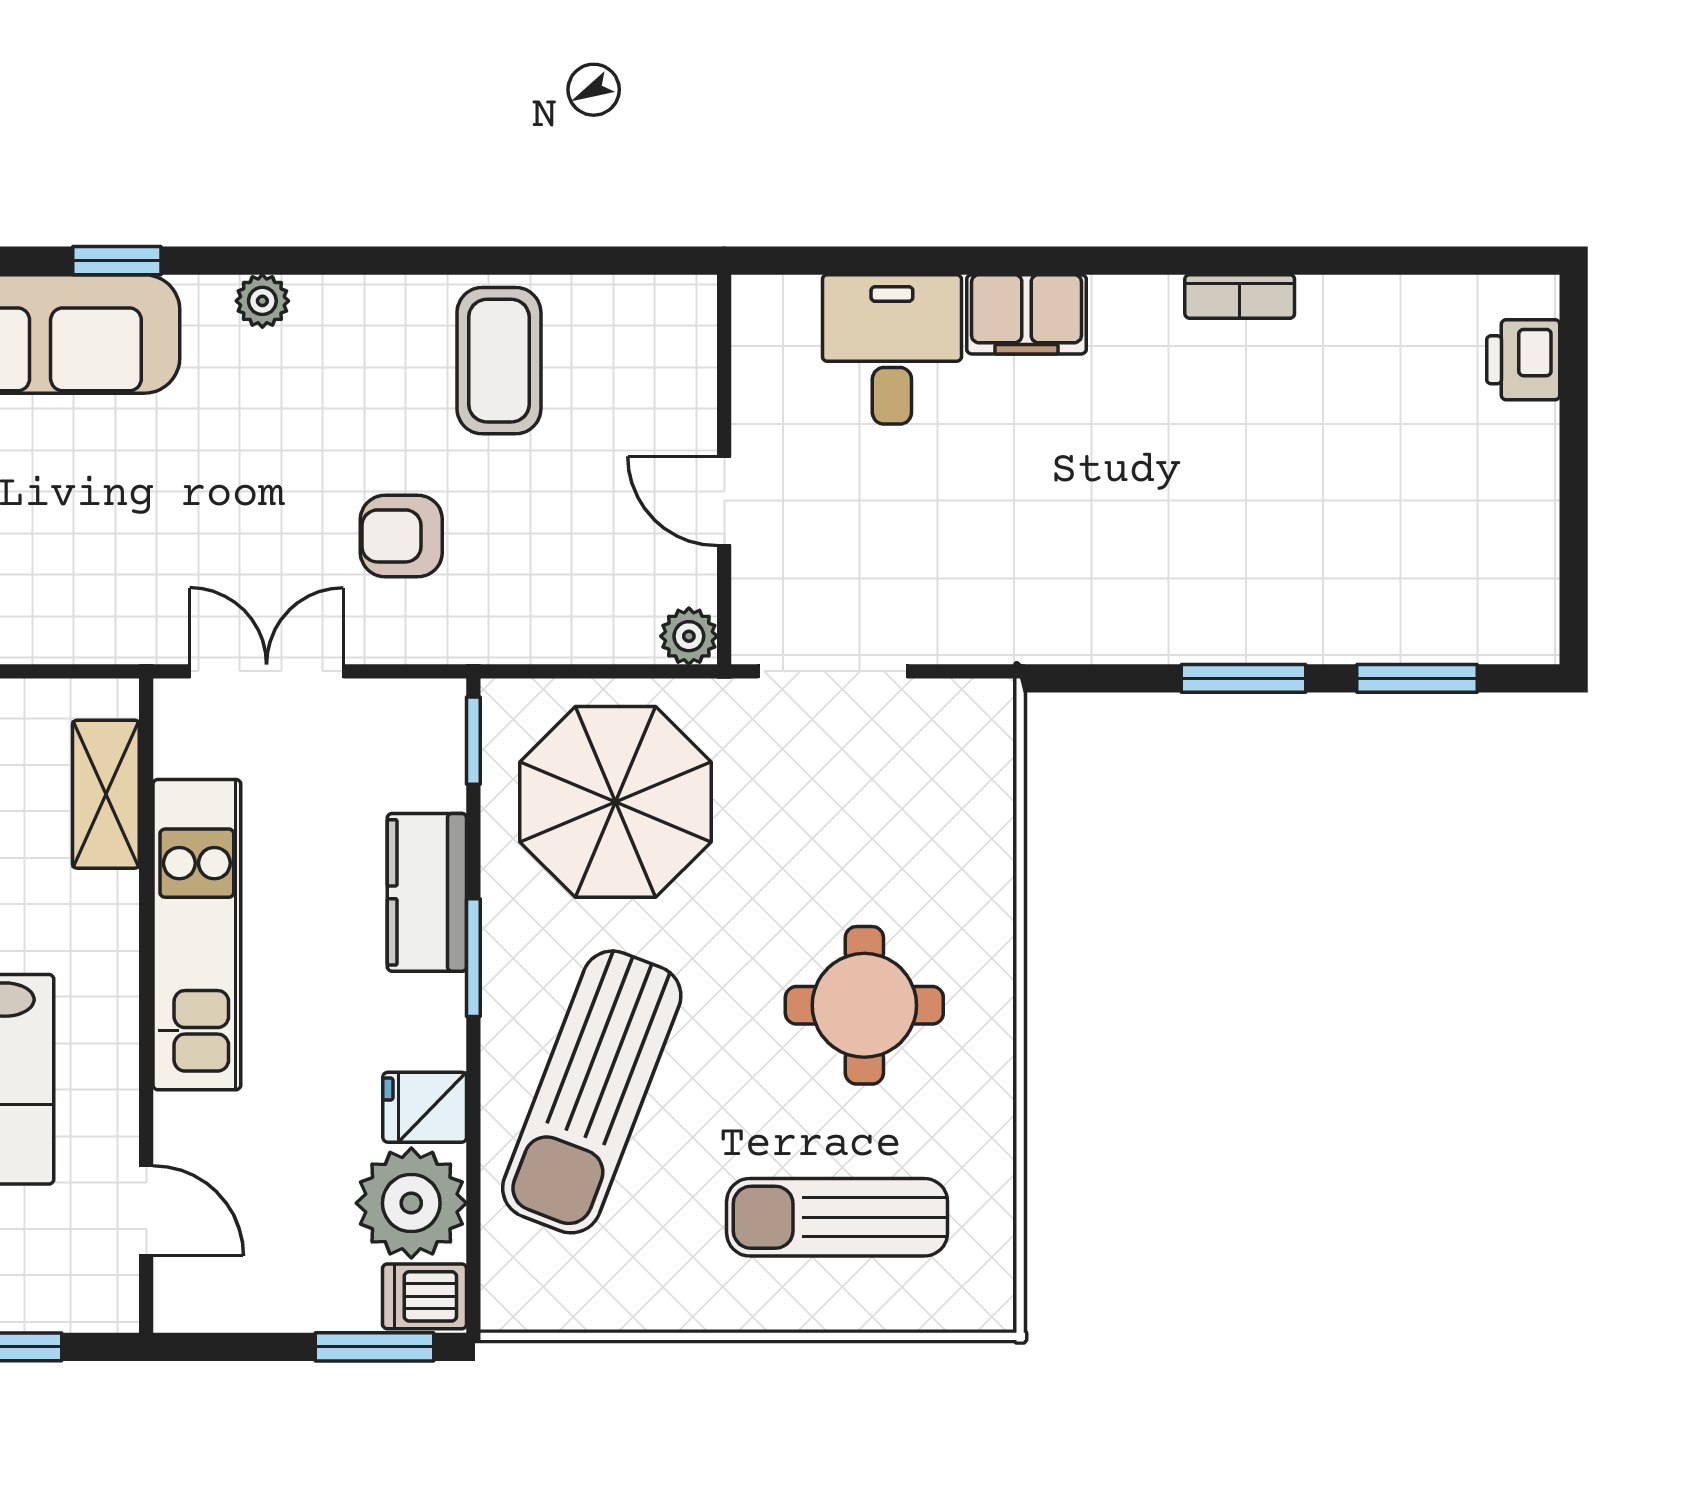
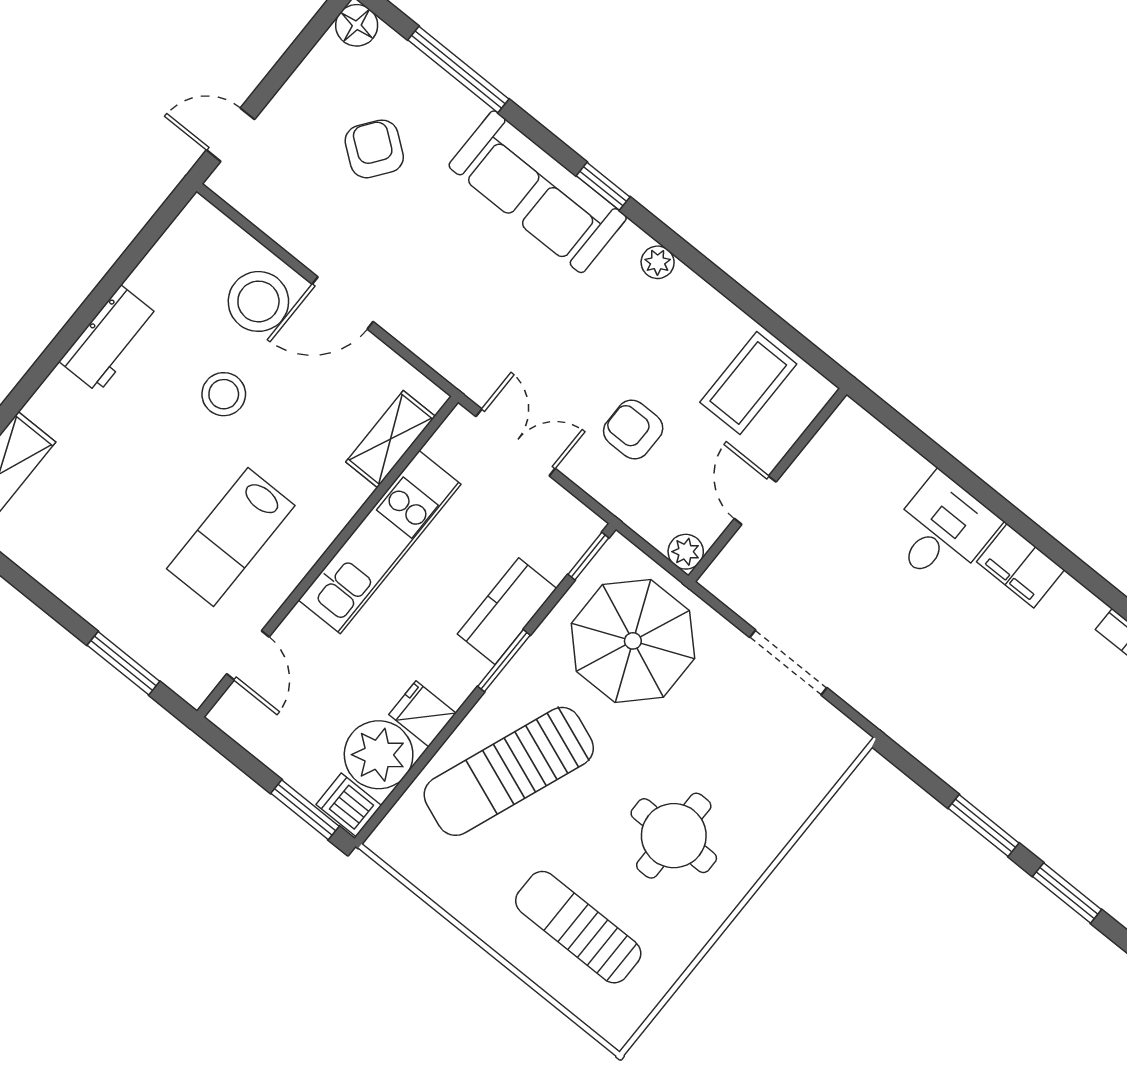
wall: (724, 470) -> (767, 485), moved
door: (724, 501) -> (755, 500), moved
plant: (689, 636) -> (686, 552), moved

